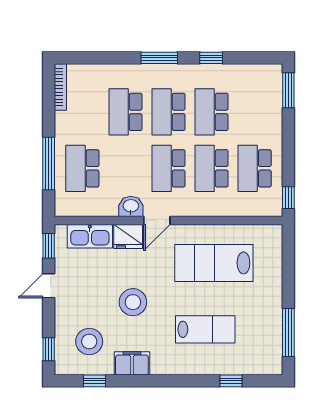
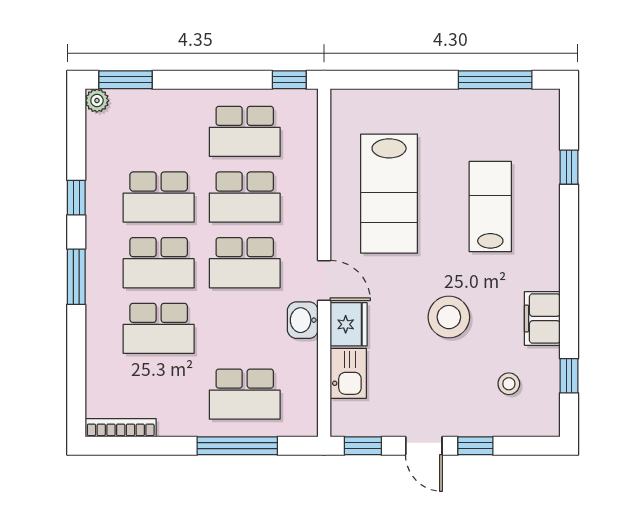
plant: (275, 71) -> (97, 101), added
kitchen sink: (90, 236) -> (348, 373), width x0.73
stool: (89, 341) -> (509, 384), width x0.53, depth x0.53
window: (49, 349) -> (475, 446), moved

